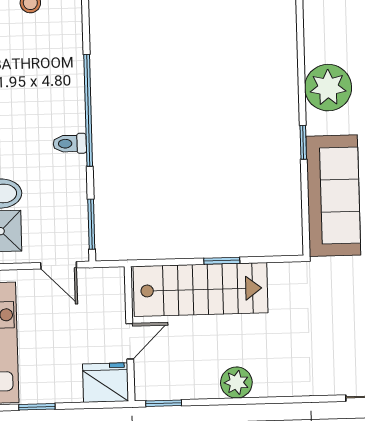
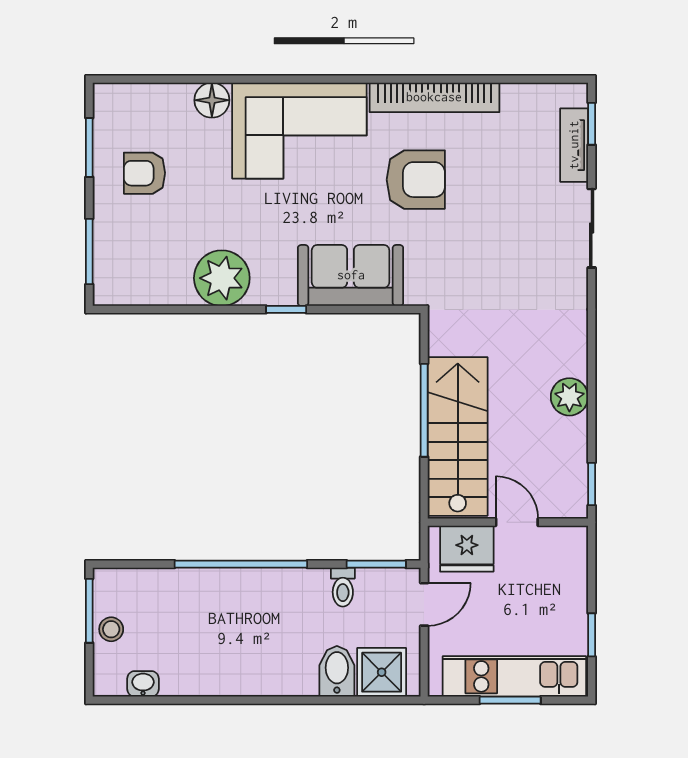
toilet: (70, 144) -> (343, 587), moved
sofa: (333, 196) -> (351, 275), width x0.73
window: (222, 261) -> (424, 410), width x2.17
fridge: (106, 383) -> (467, 549), moved, turned -90

